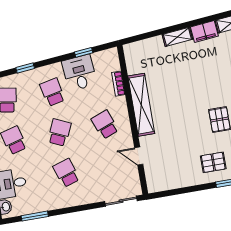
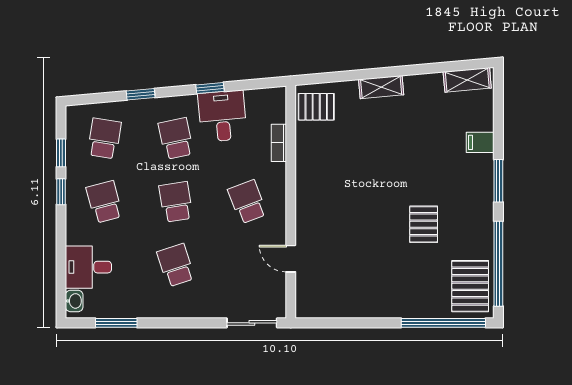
filing cabinet: (204, 31) -> (424, 86), removed
window: (84, 52) -> (210, 88), moved
shelving: (141, 105) -> (308, 181), removed
school desk: (59, 132) -> (176, 202), turned -33
pallet: (213, 162) -> (316, 107), moved

